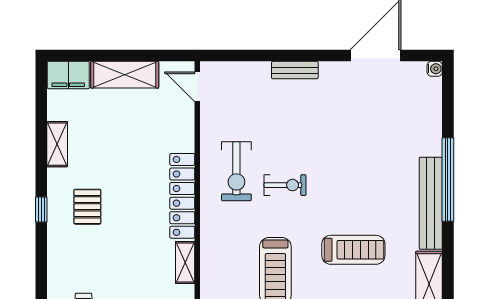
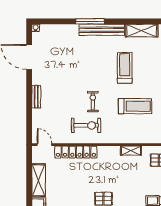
door: (197, 87) -> (44, 145), swing flipped
window: (448, 180) -> (90, 21), width x0.68
locker: (182, 196) -> (76, 152), moved

